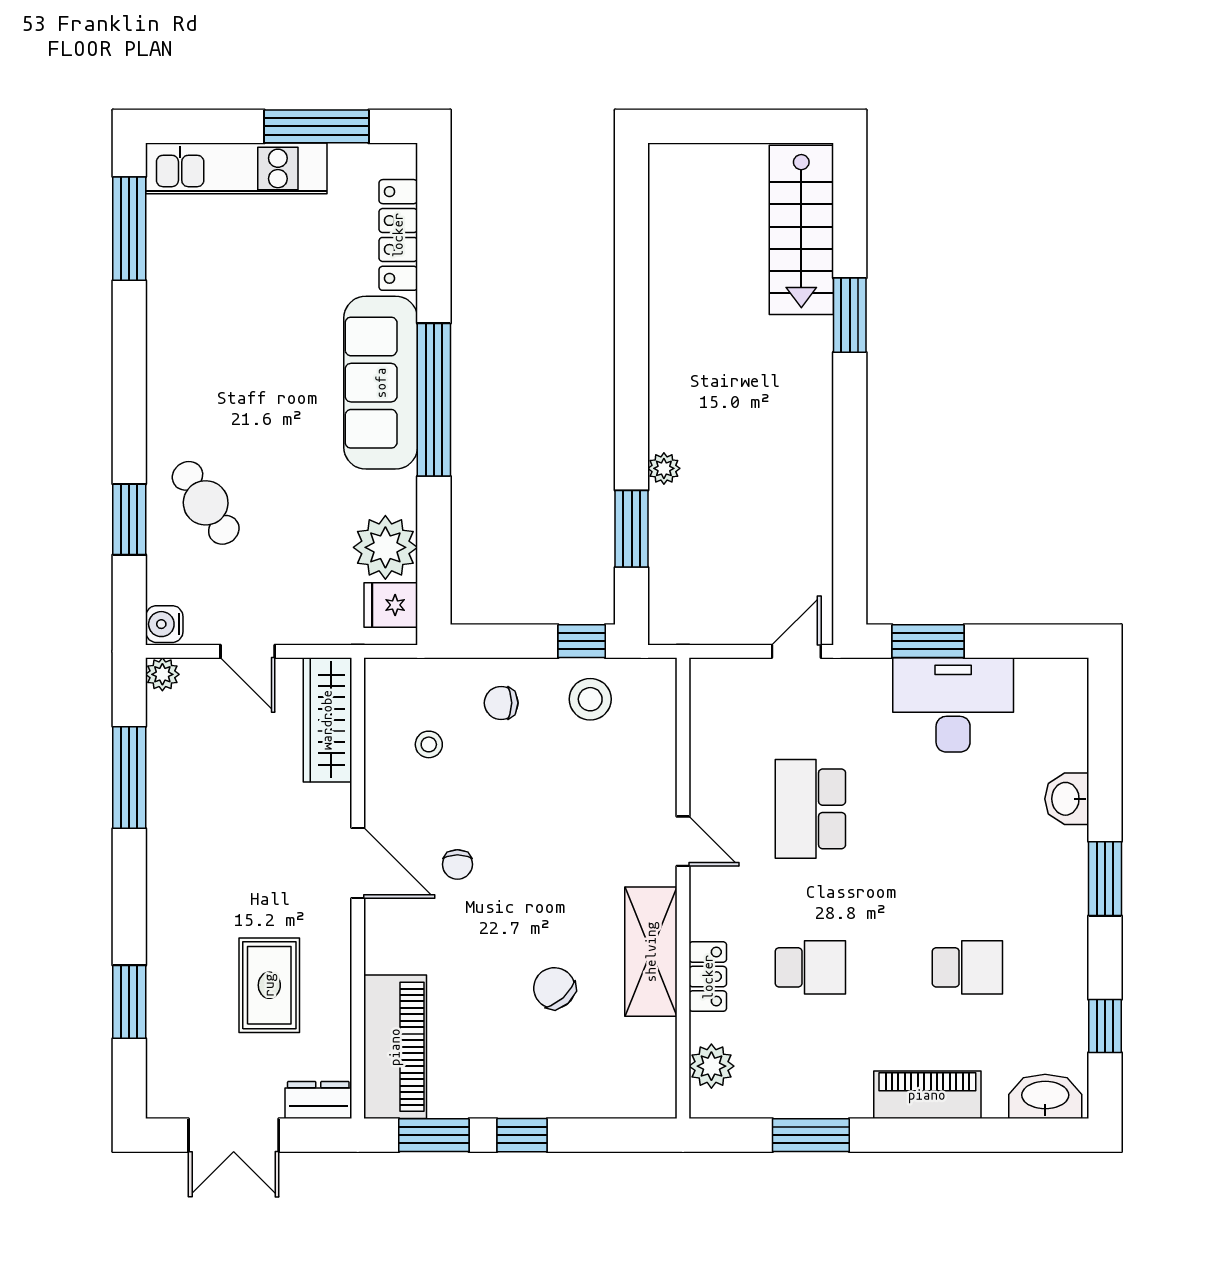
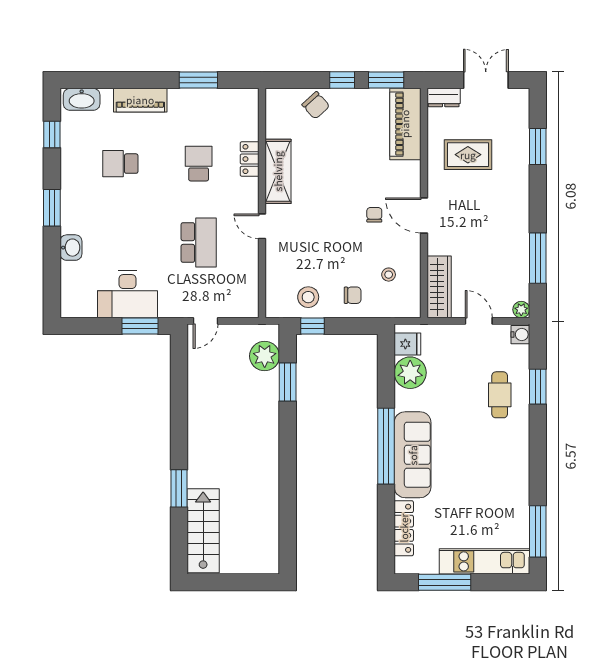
plant: (664, 468) -> (265, 356), moved, width x1.88, depth x1.88
cafe table: (206, 503) -> (500, 395), turned 34
school desk: (810, 967) -> (199, 164), turned 90
rug: (269, 985) -> (468, 155), turned 90
chair: (554, 988) -> (316, 105), moved
plant: (711, 1066) -> (248, 114), removed

